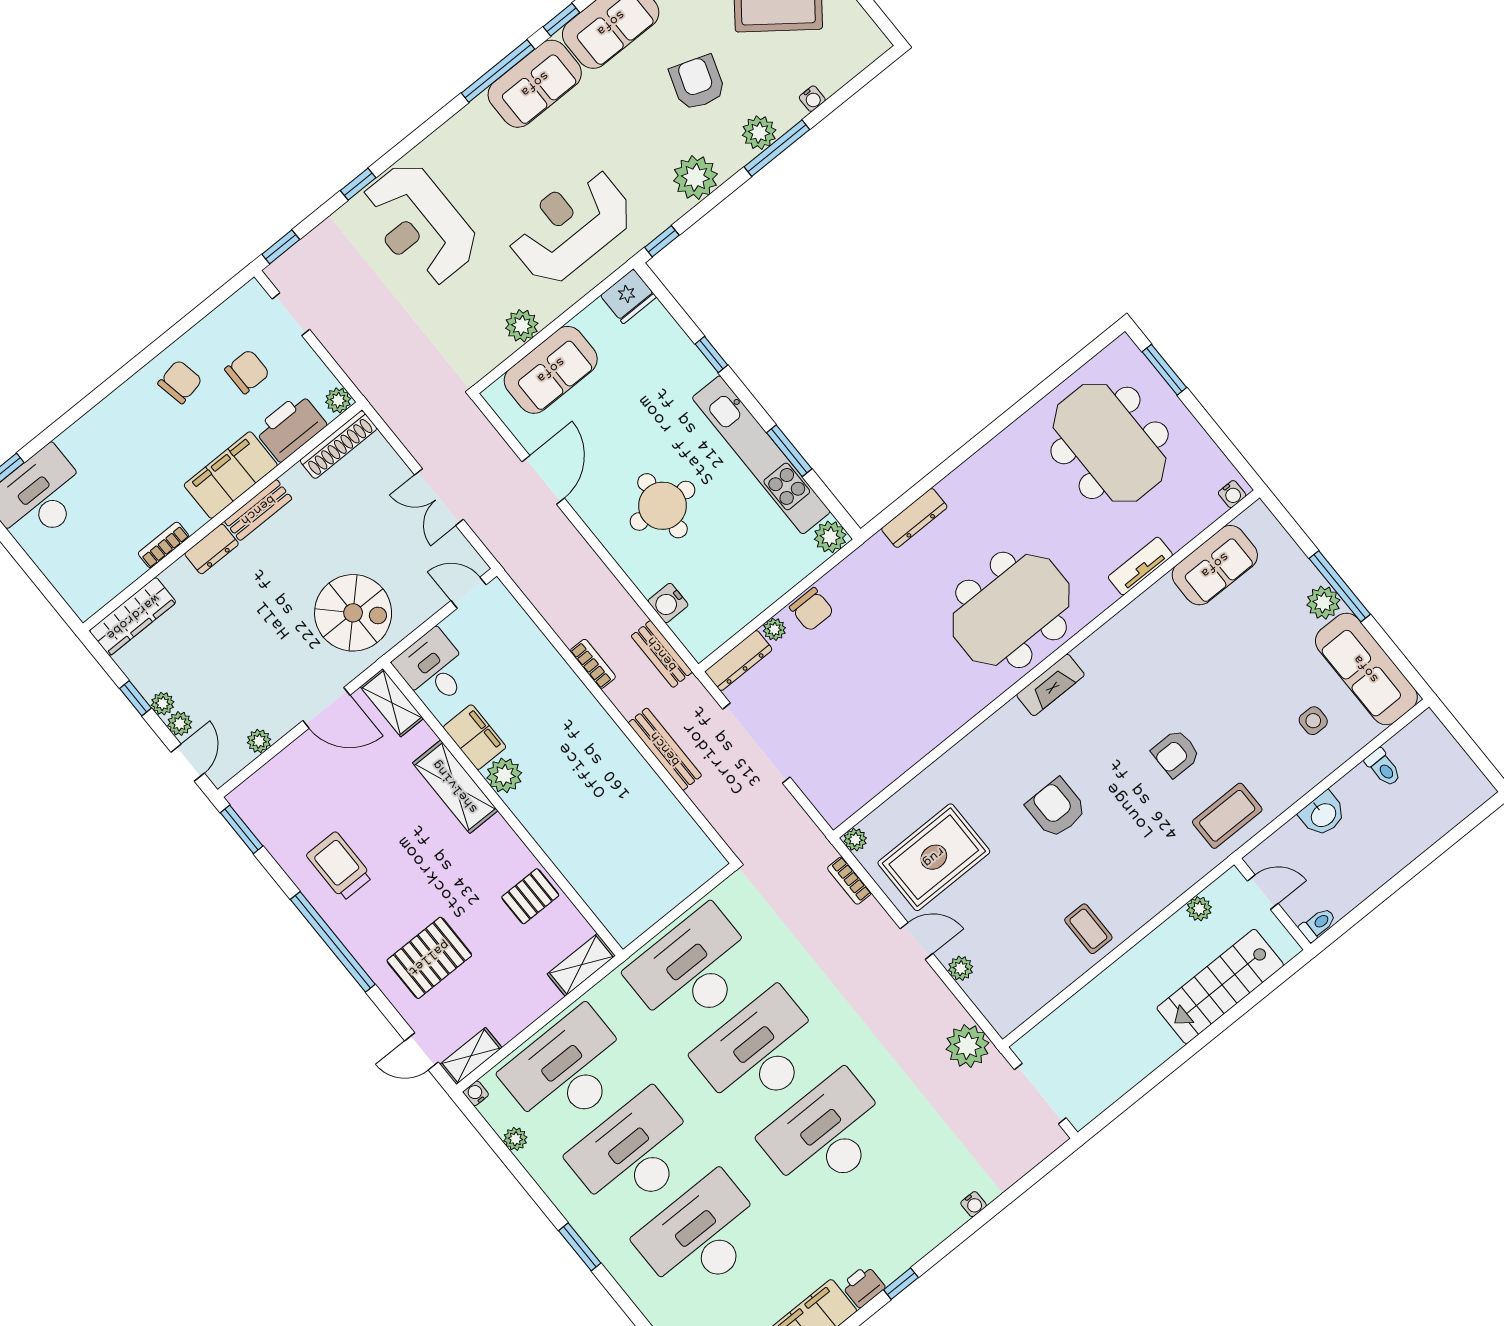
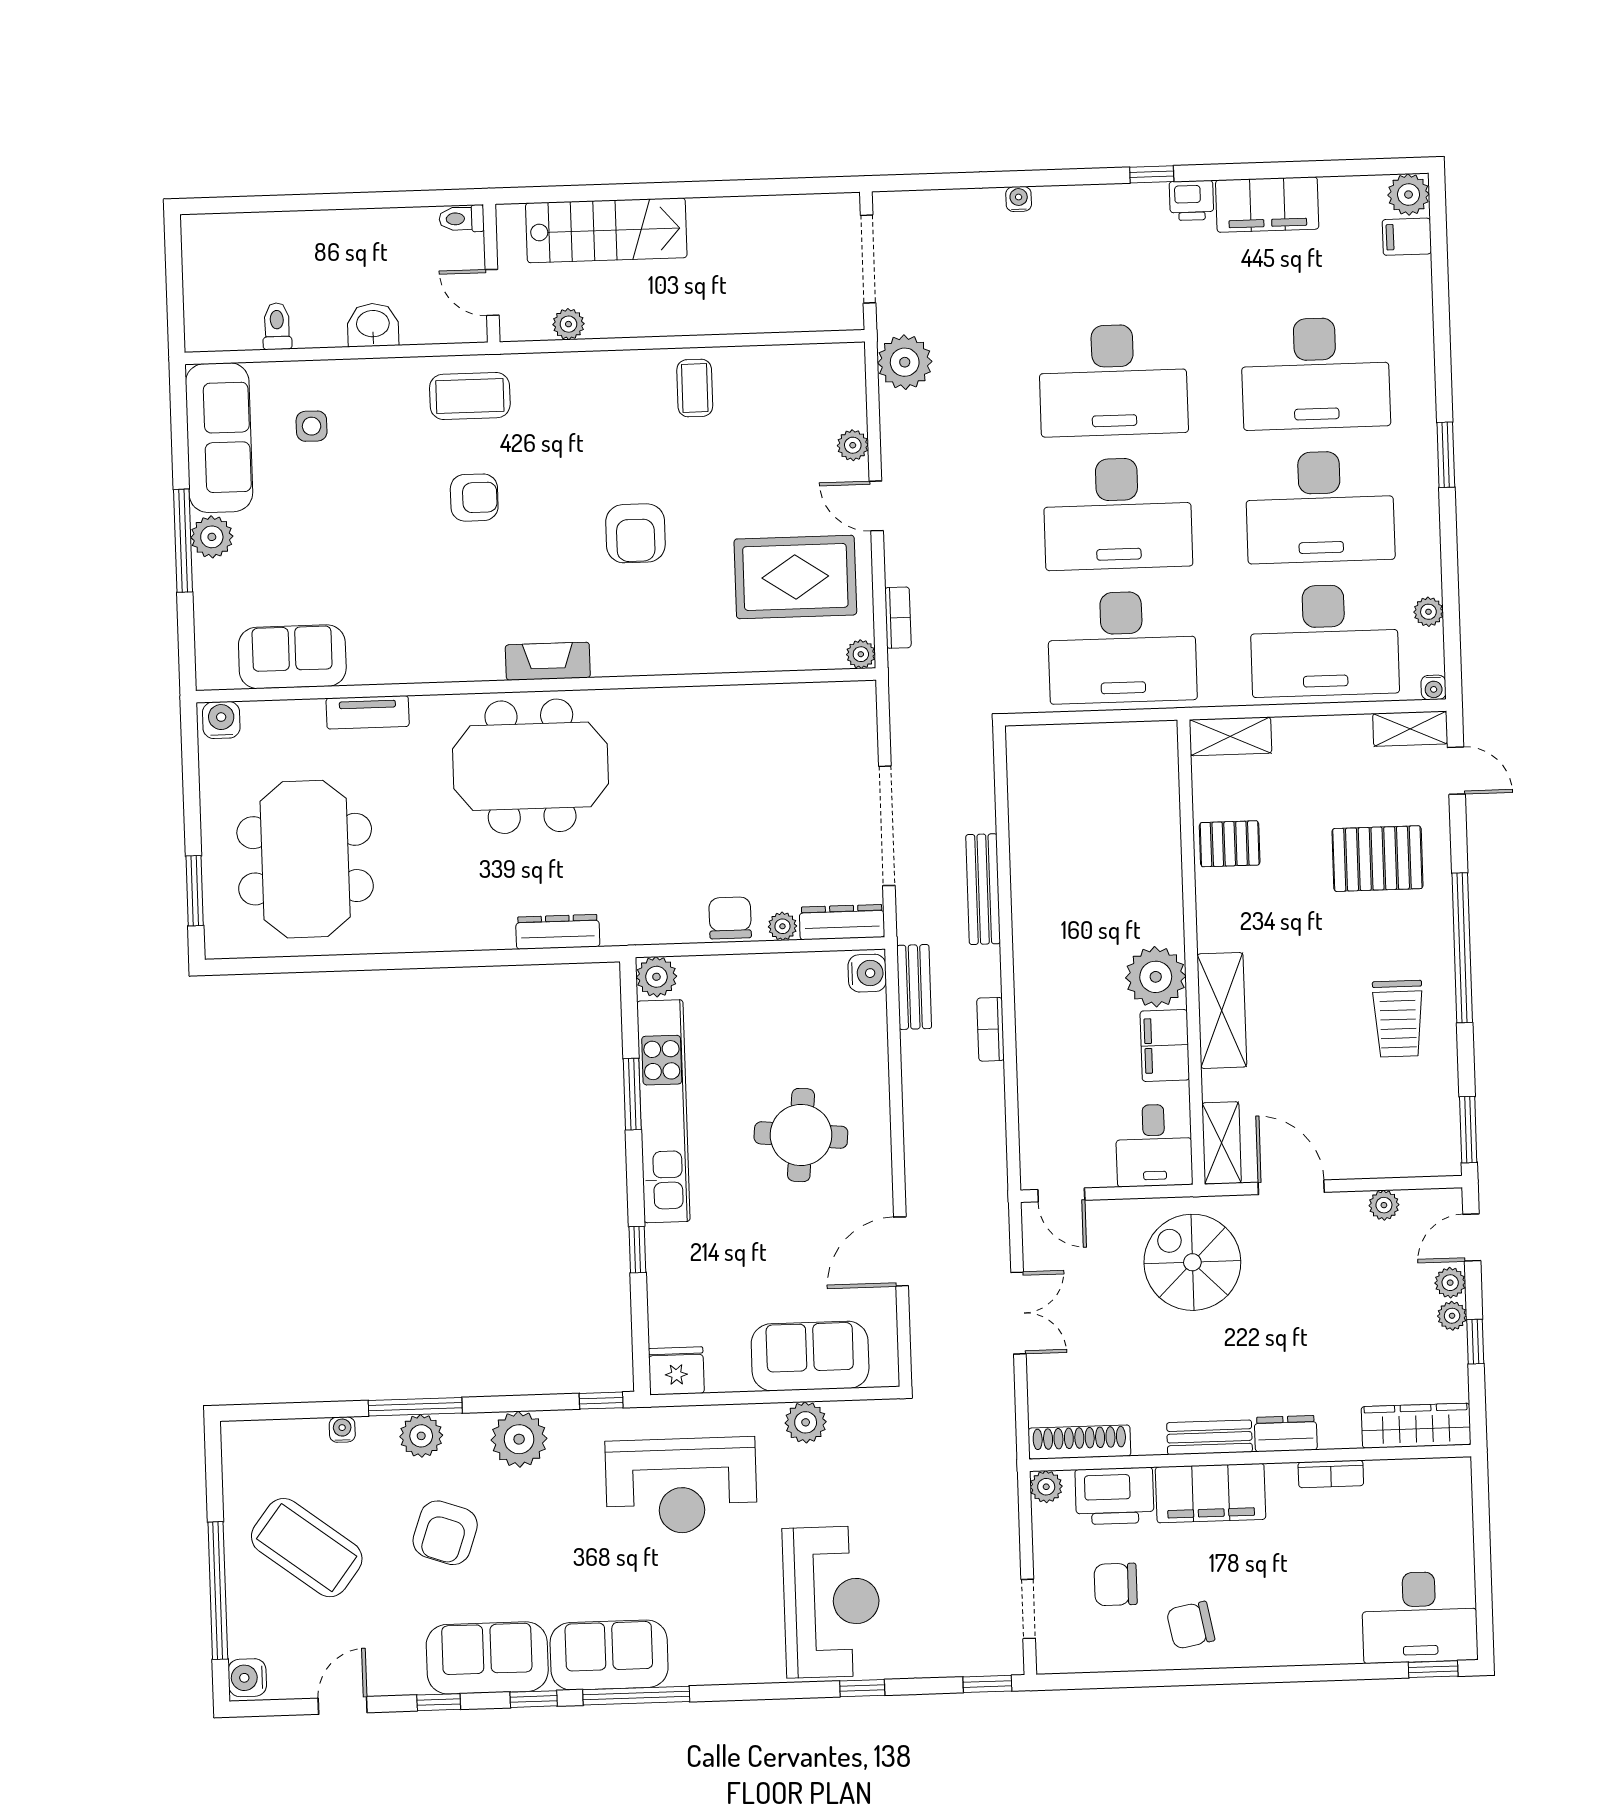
water cooler: (1232, 494) -> (221, 720), width x1.38, depth x1.38
water cooler: (668, 603) -> (867, 973), moved
plant: (504, 775) -> (1156, 977), width x1.36, depth x1.36

